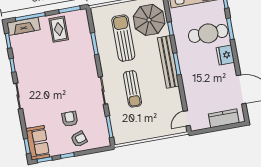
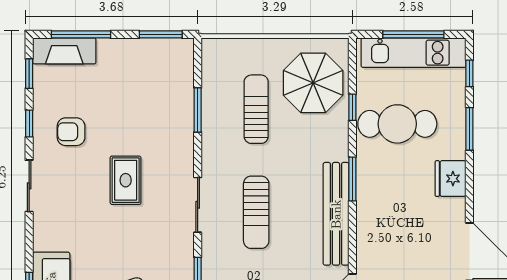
rug: (59, 29) -> (126, 180), moved
cafe table: (208, 33) -> (397, 124), moved
sun lounger: (123, 38) -> (256, 109), width x0.73, depth x0.75
bench: (168, 62) -> (336, 214), moved
armchair: (70, 119) -> (71, 132), moved, turned -90

